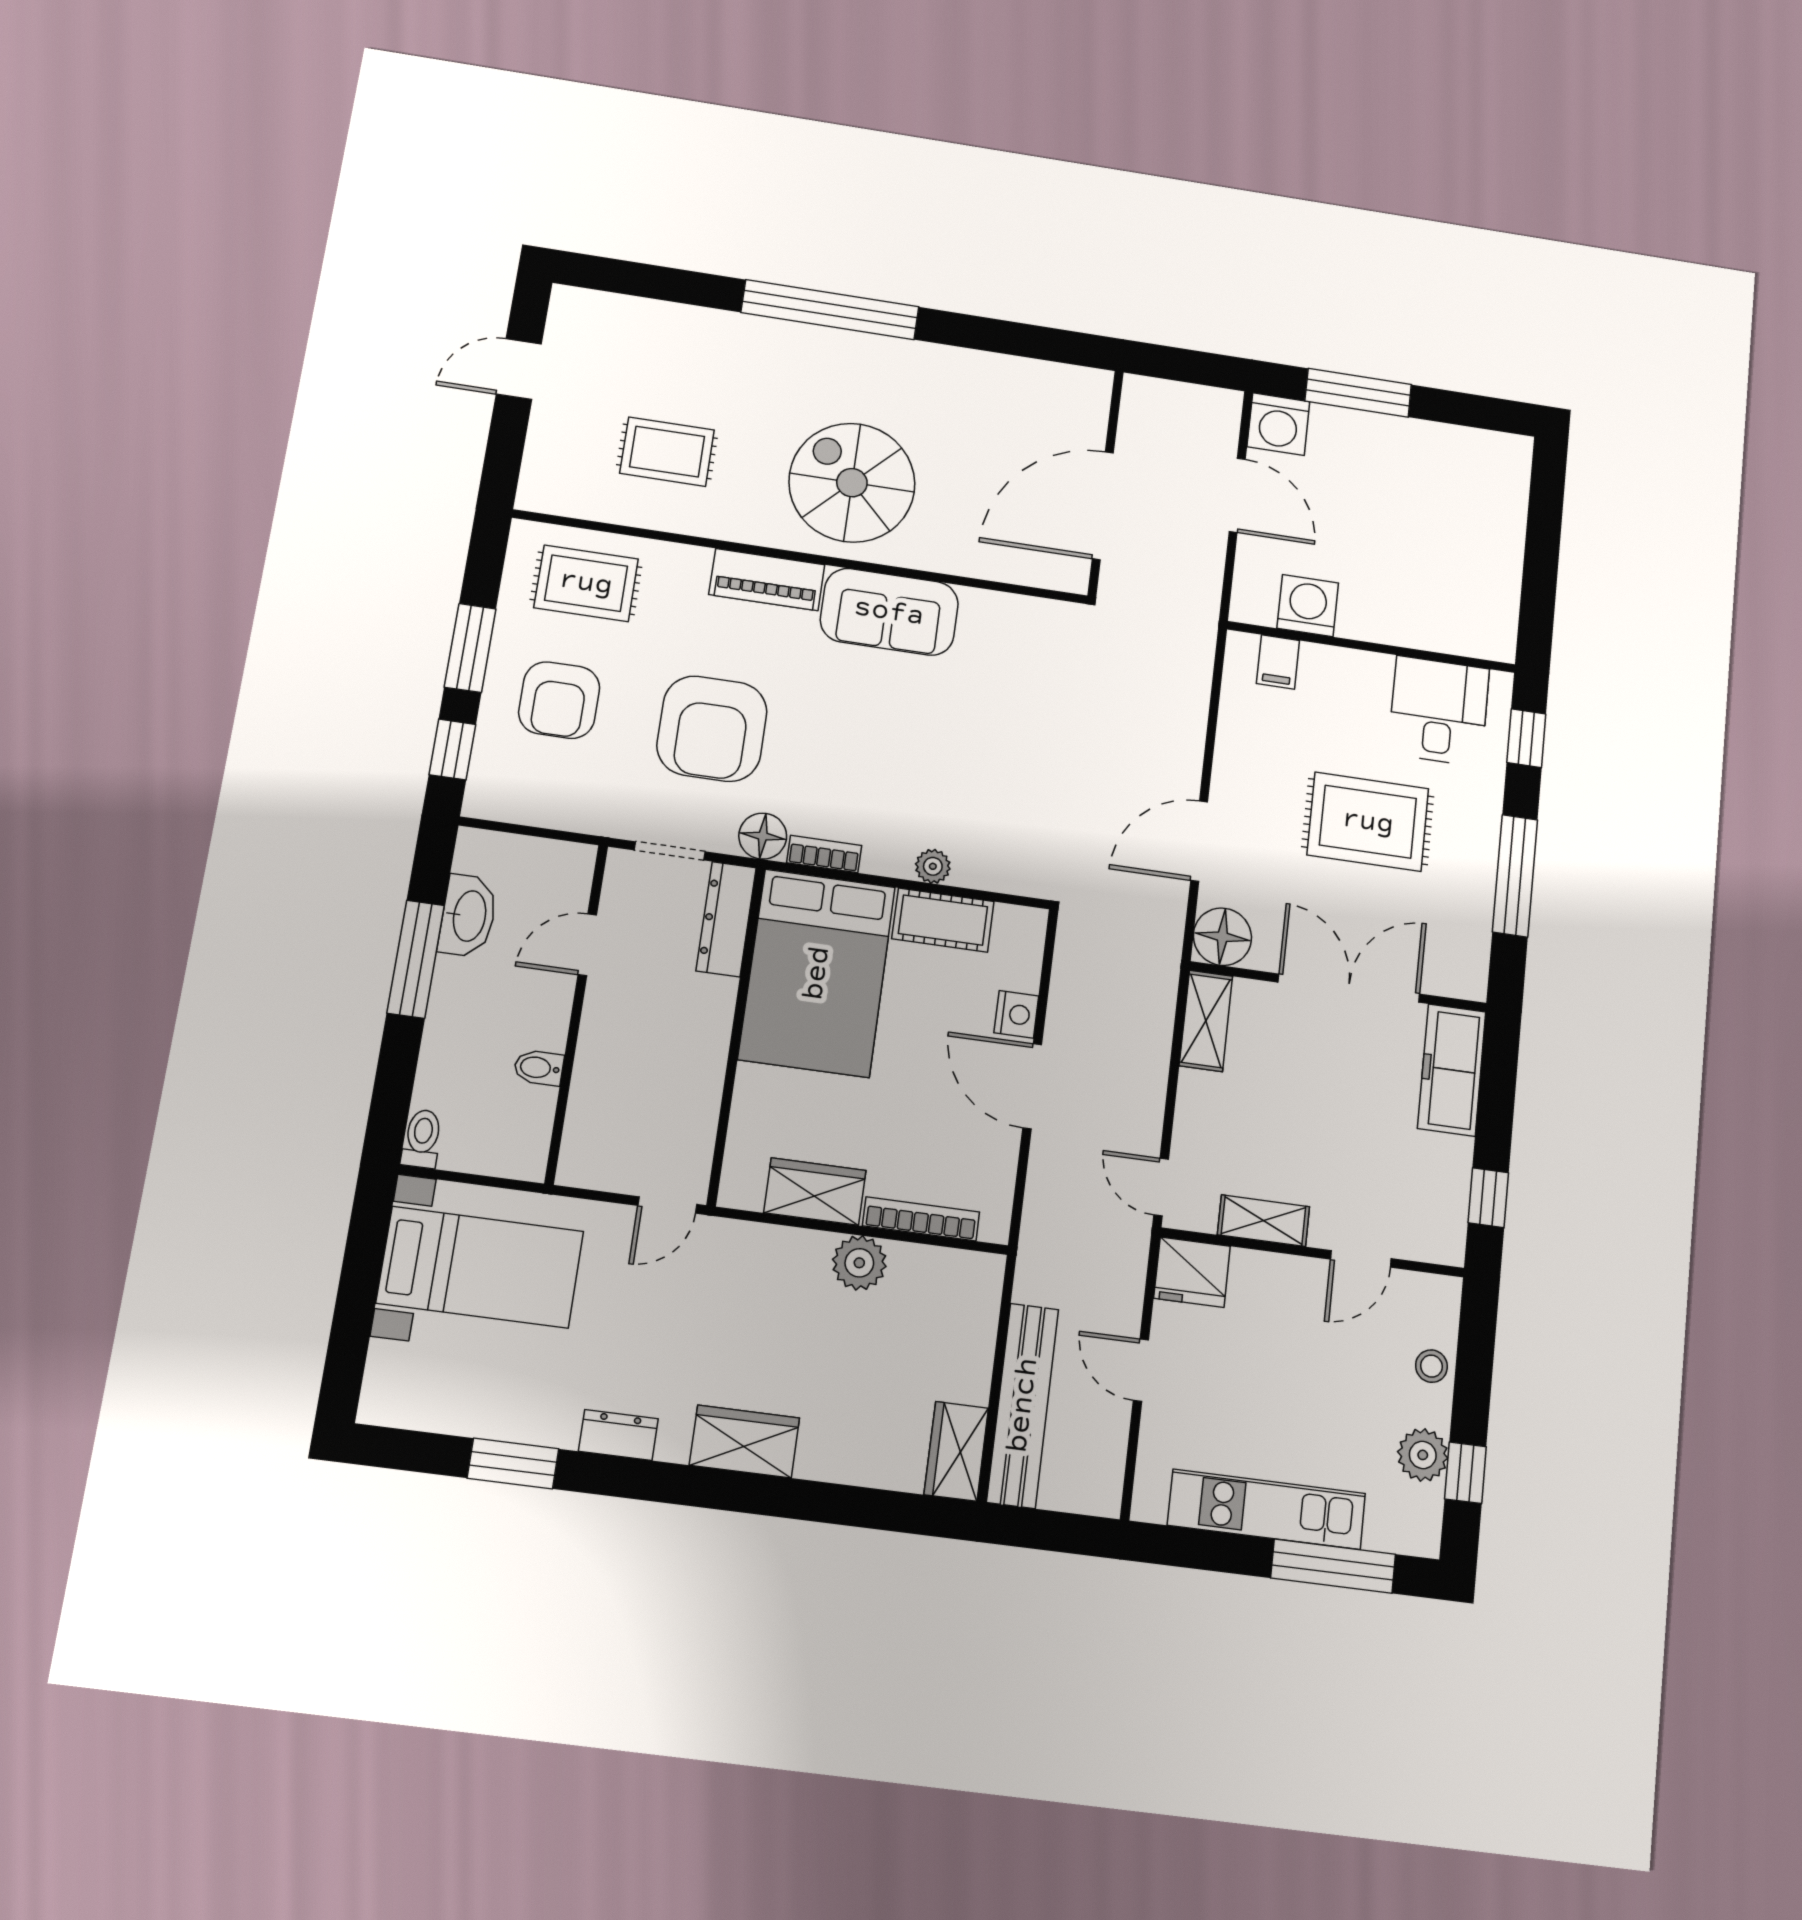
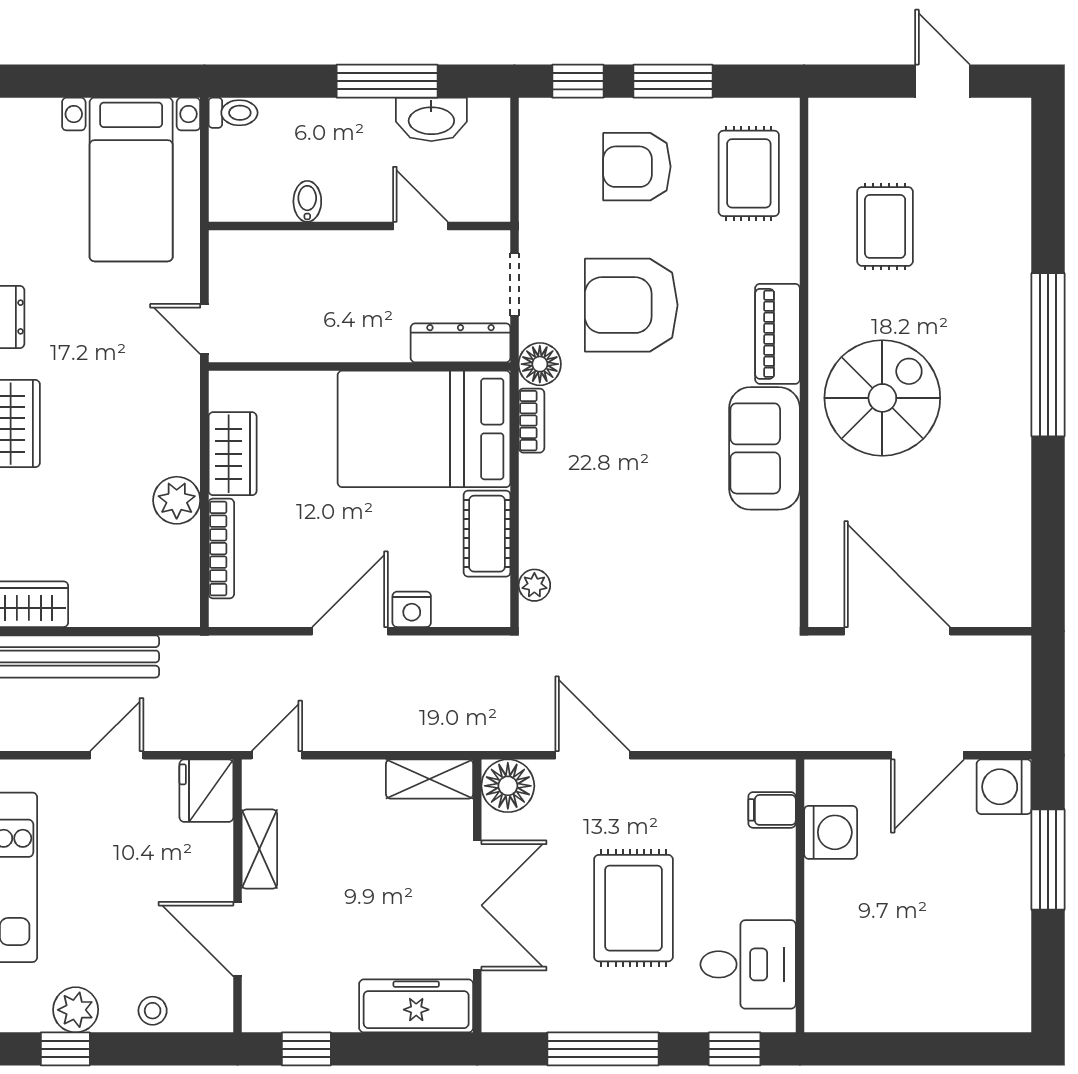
plant: (933, 866) -> (534, 585), moved
door: (1361, 1259) -> (237, 939), width x1.38

